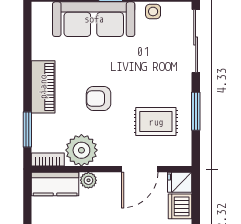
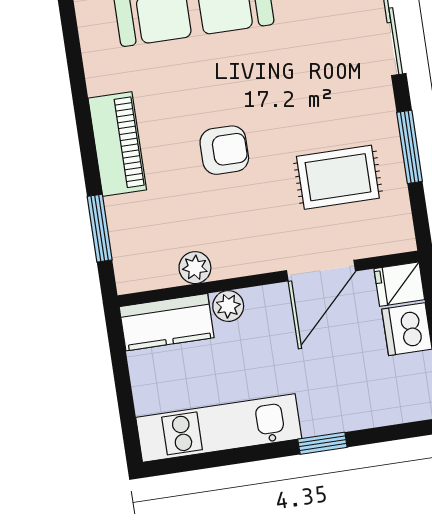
armchair: (99, 98) -> (224, 150), turned 180
plant: (81, 150) -> (195, 268), width x0.53, depth x0.53
bookcase: (48, 160) -> (146, 279), removed

